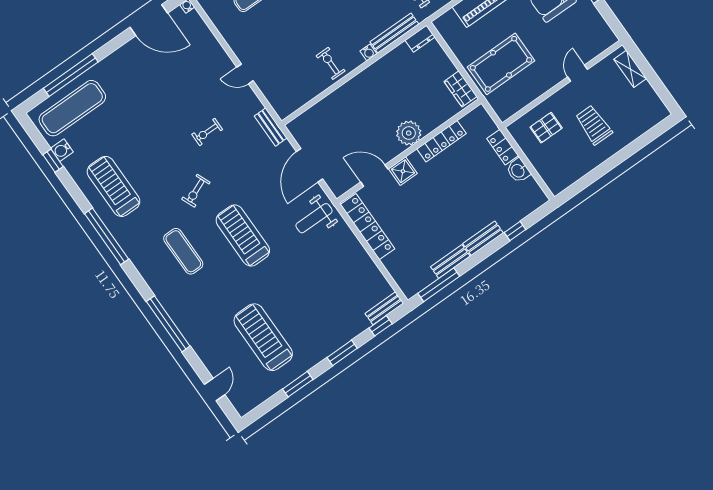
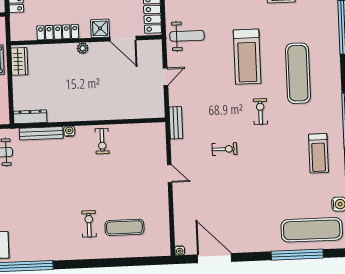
dresser: (420, 39) -> (30, 117), width x1.44
plant: (409, 133) -> (83, 48), width x0.53, depth x0.53
door: (309, 165) -> (166, 77), width x0.53
treadmill: (114, 186) -> (318, 153), width x0.73, depth x0.73
exercise bike: (196, 191) -> (260, 111), turned -67
exercise mat: (183, 251) -> (298, 73), width x1.36, depth x1.45

